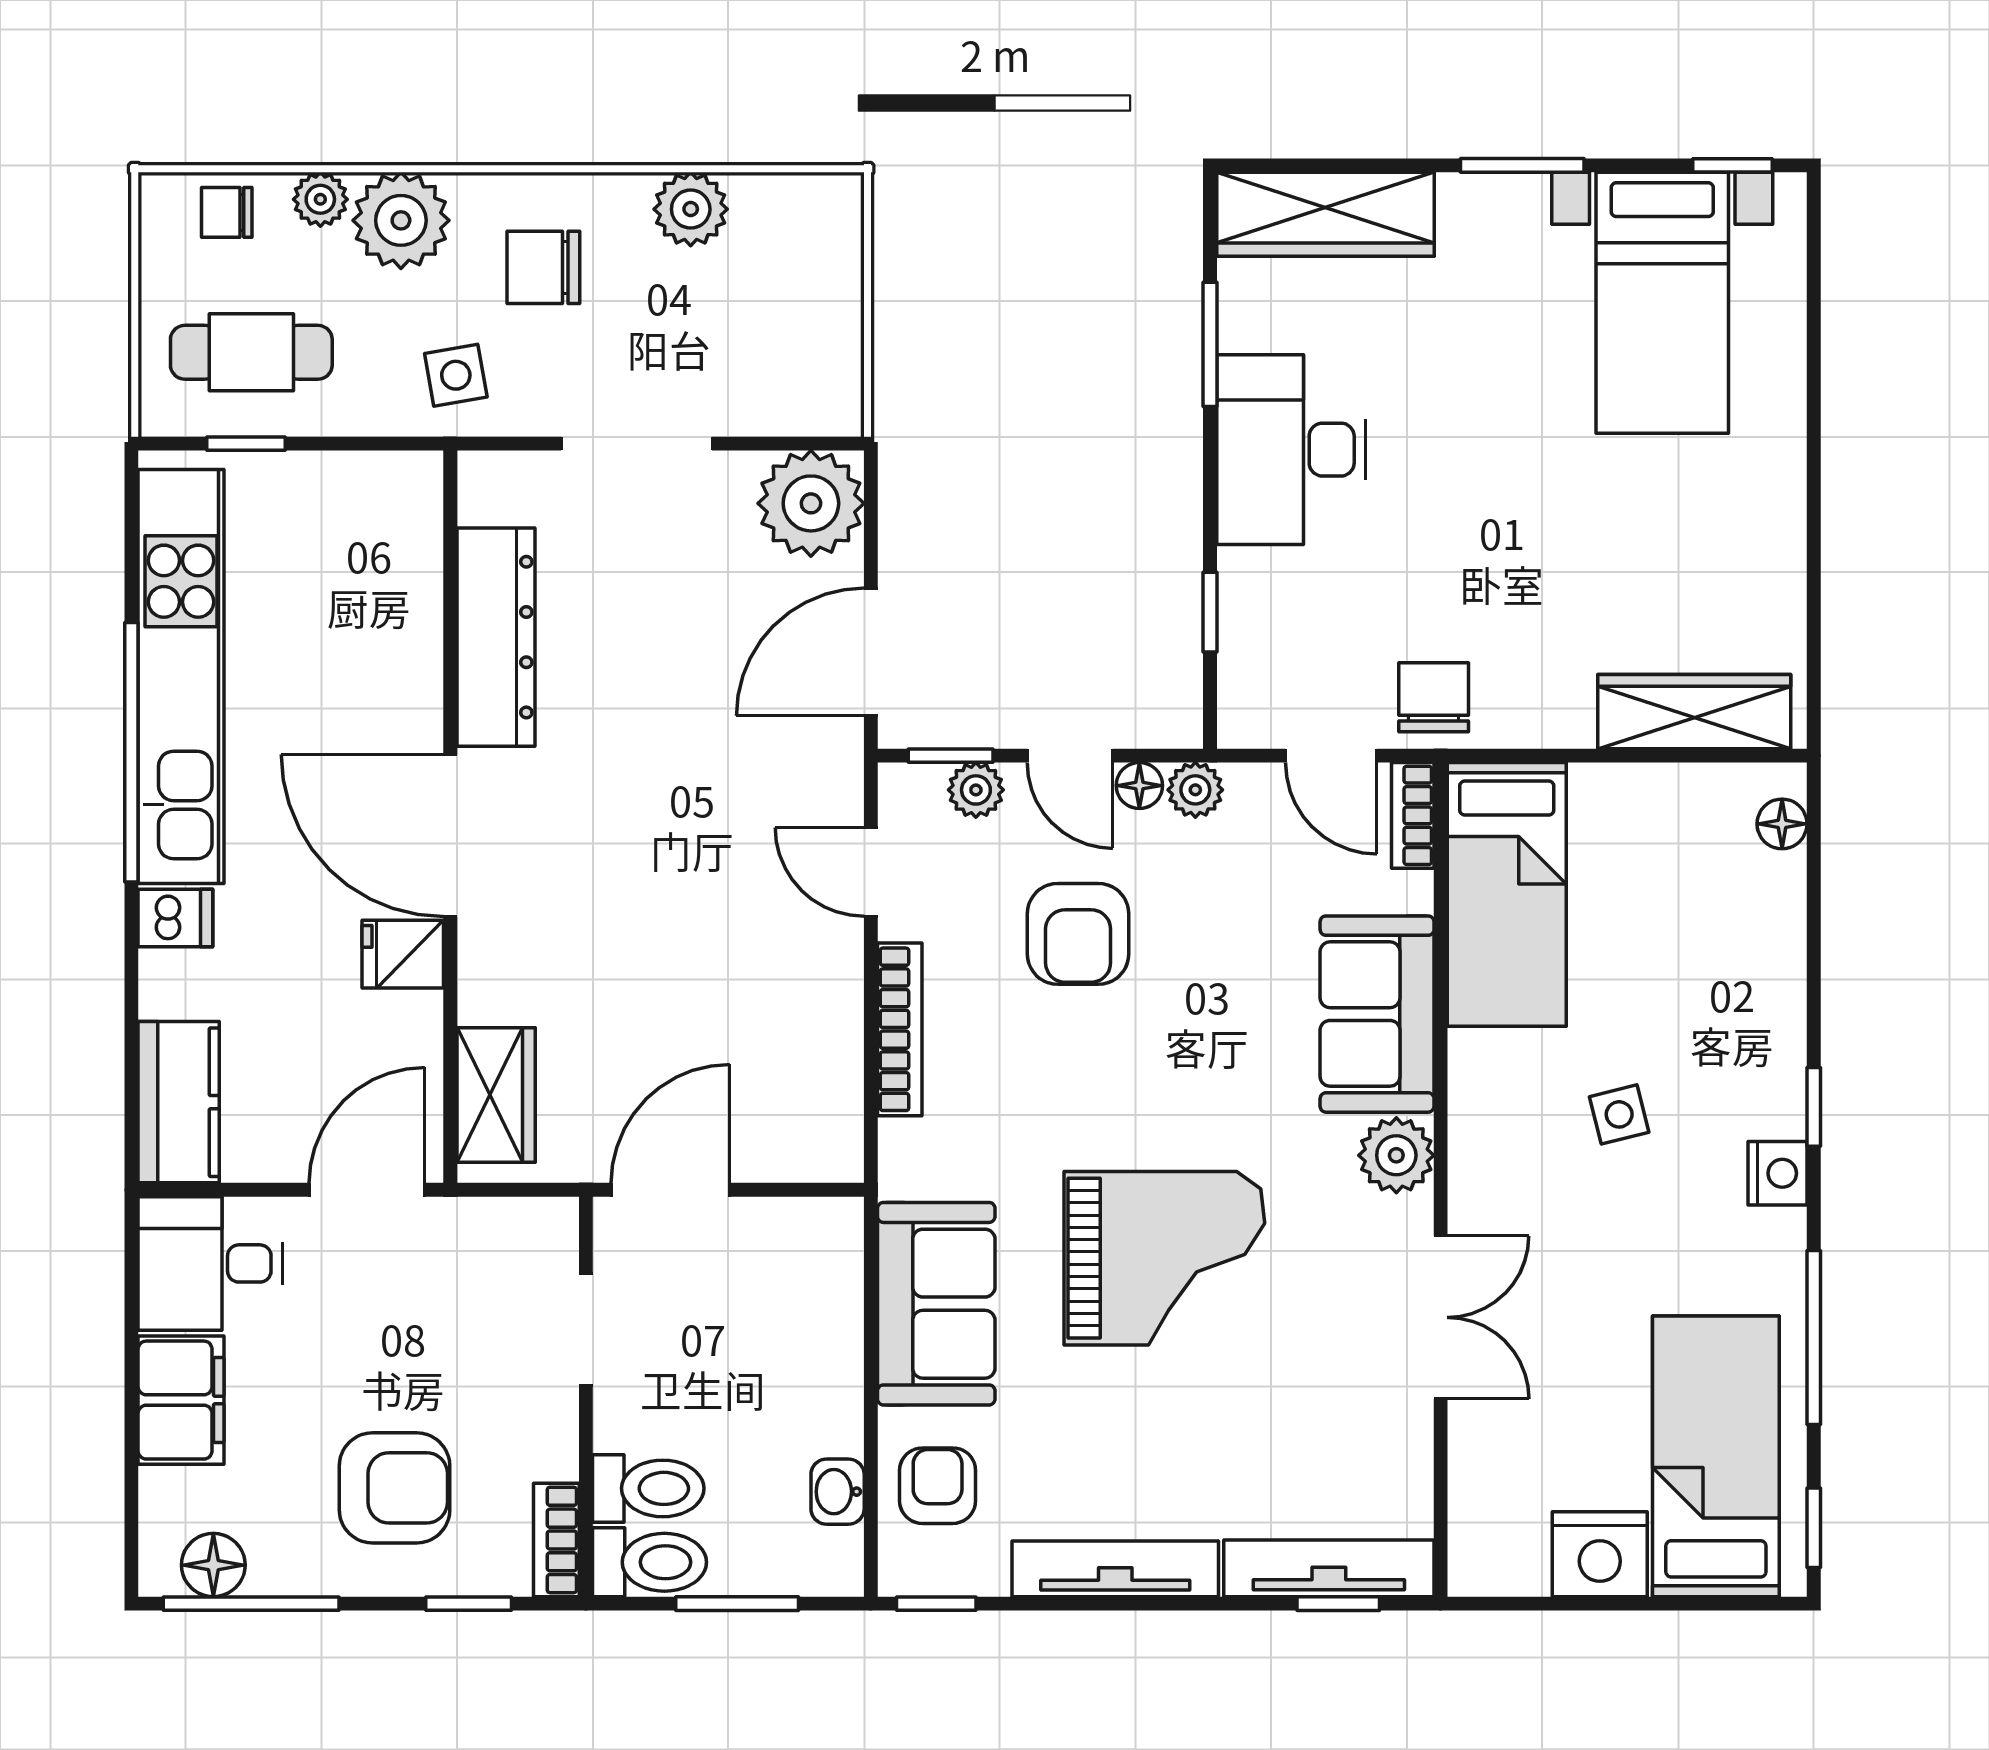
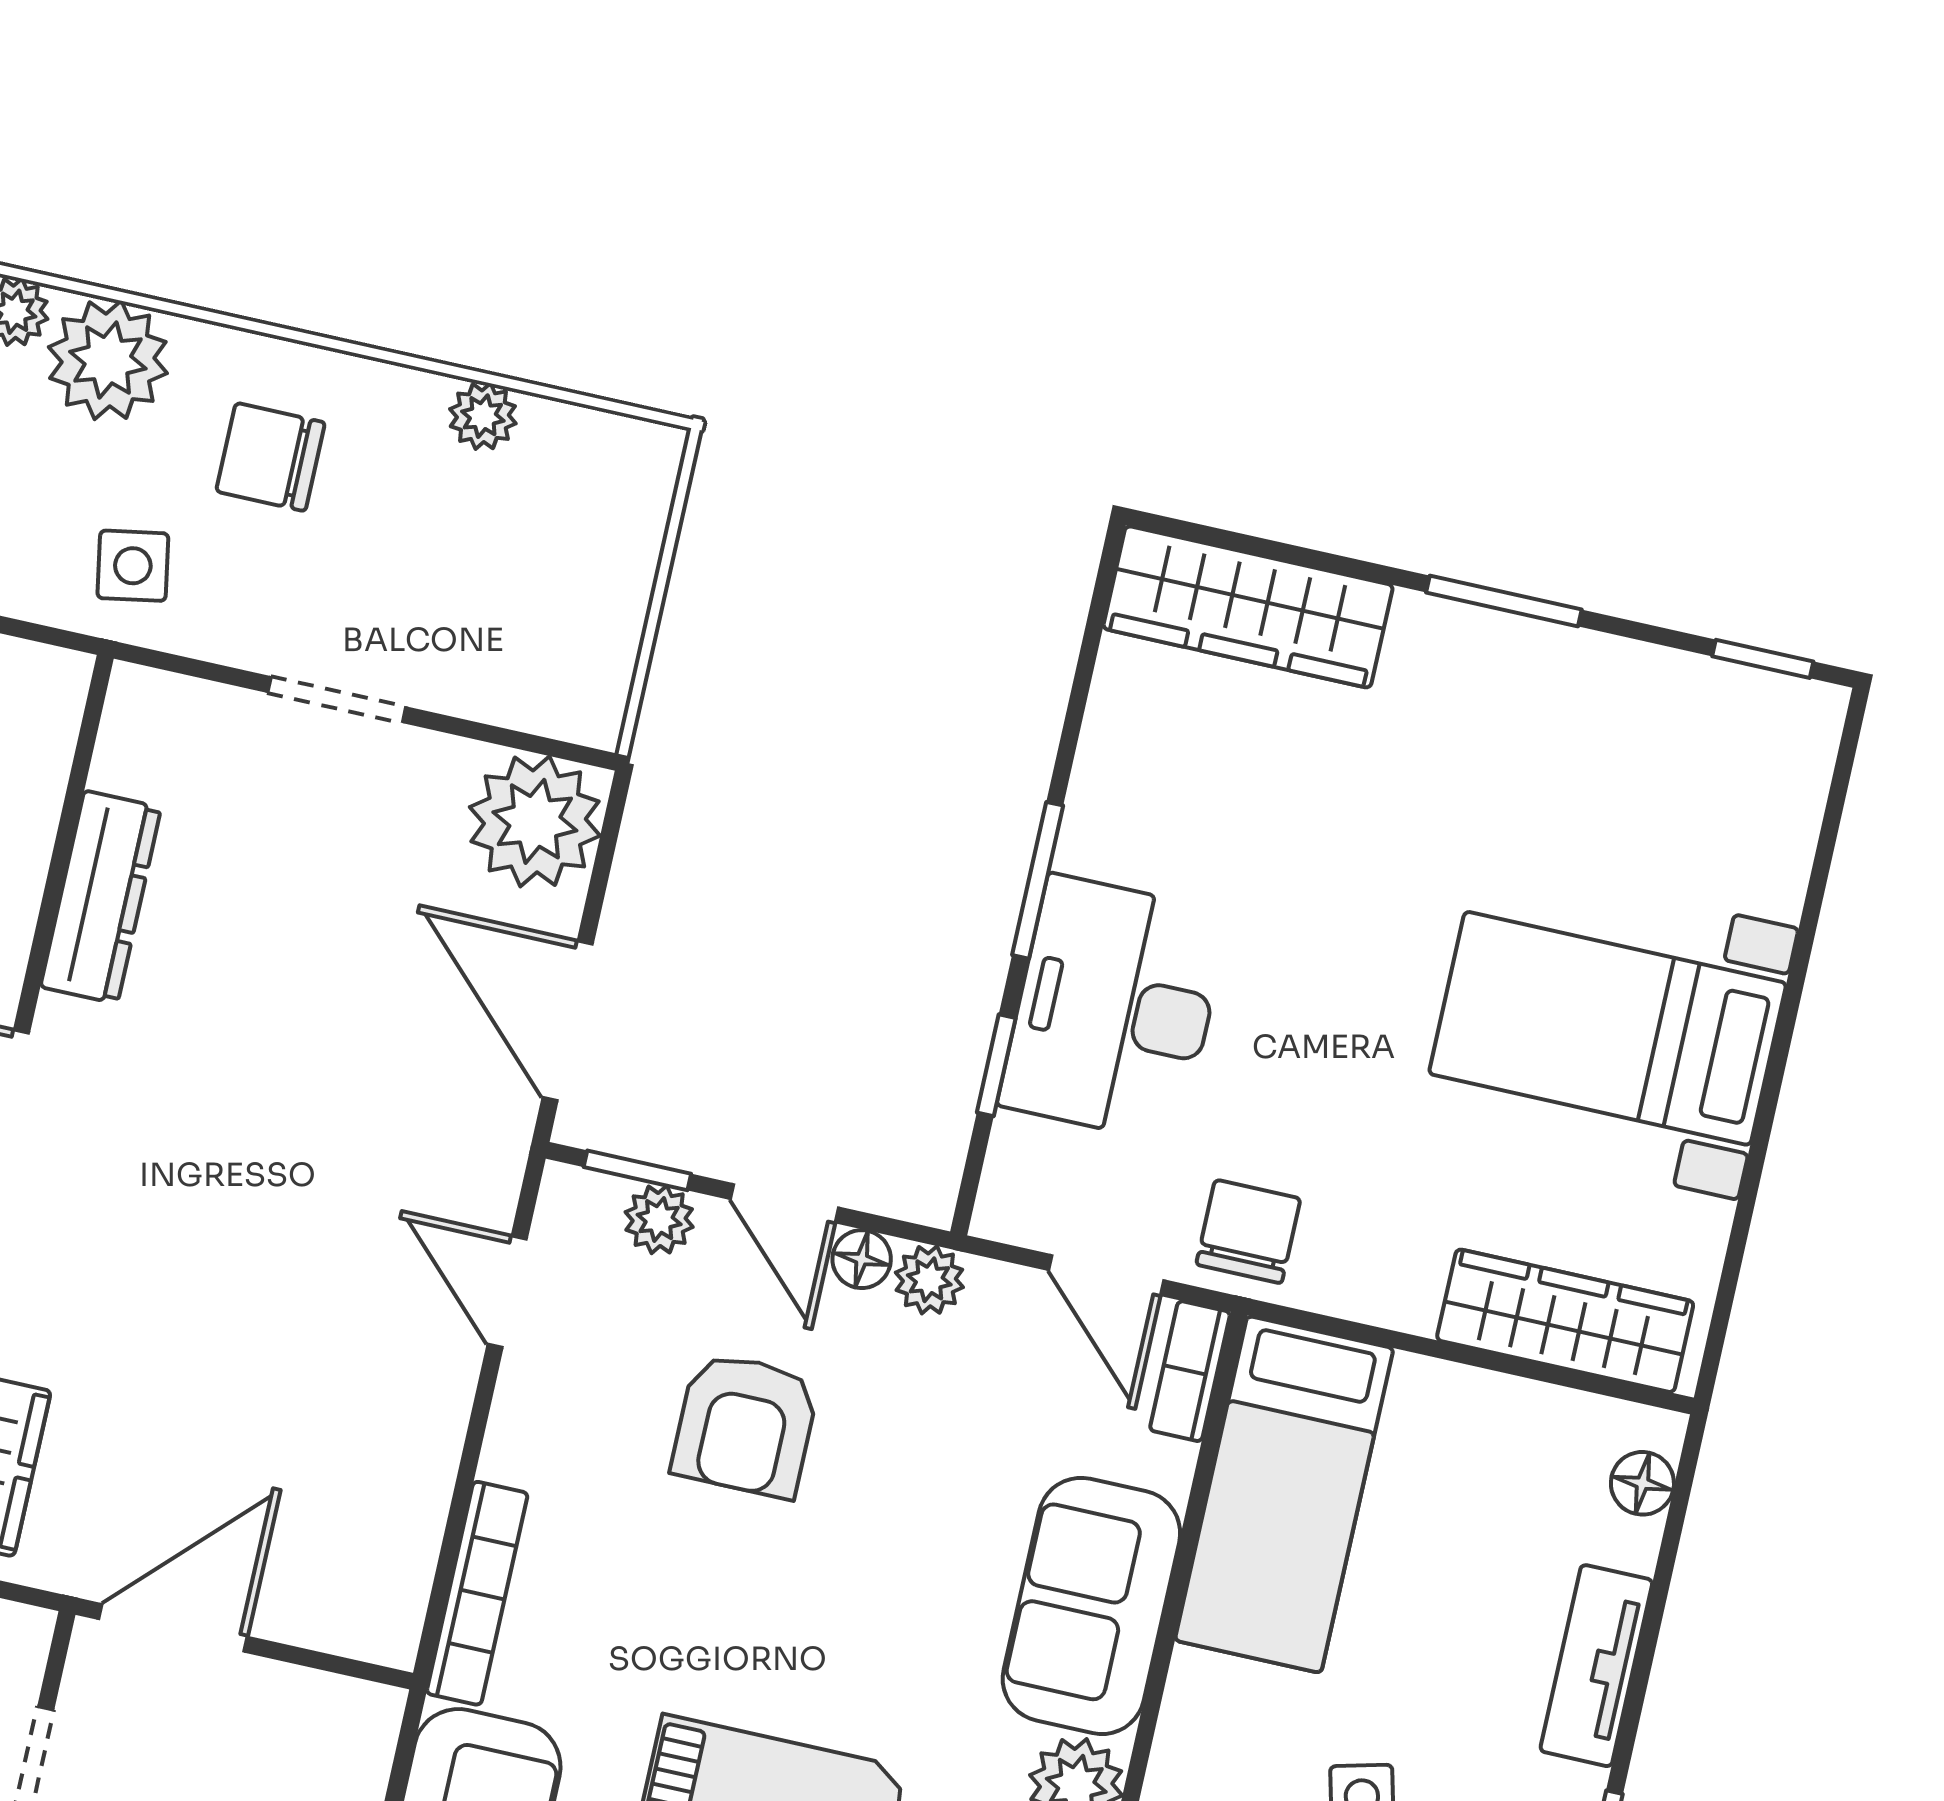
plant: (691, 209) -> (483, 416), width x0.73, depth x0.73
bed with nightstands: (1662, 303) -> (1608, 1028), moved, turned 90
window: (1210, 344) -> (1038, 880), moved
doorway: (637, 444) -> (337, 700), width x0.73
desk: (1291, 450) -> (1114, 1009), moved
dresser: (496, 637) -> (101, 897), width x0.73, depth x0.80
door: (871, 652) -> (568, 1021), hinge flipped
tv unit: (1778, 973) -> (1596, 1666), added
bookcase: (900, 1029) -> (477, 1593), moved

